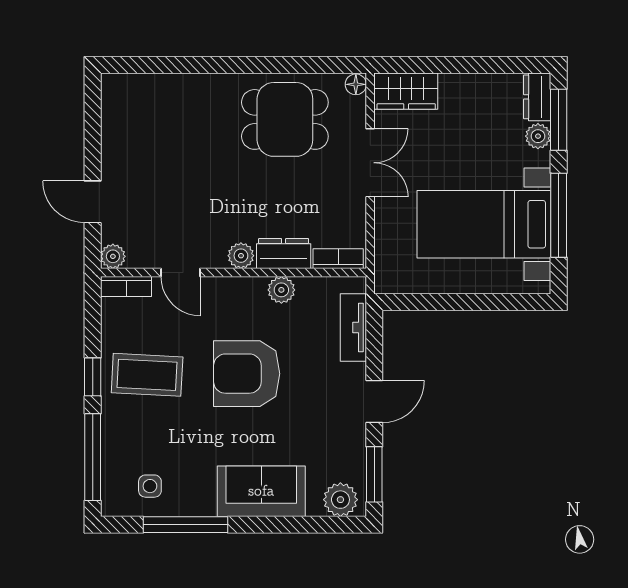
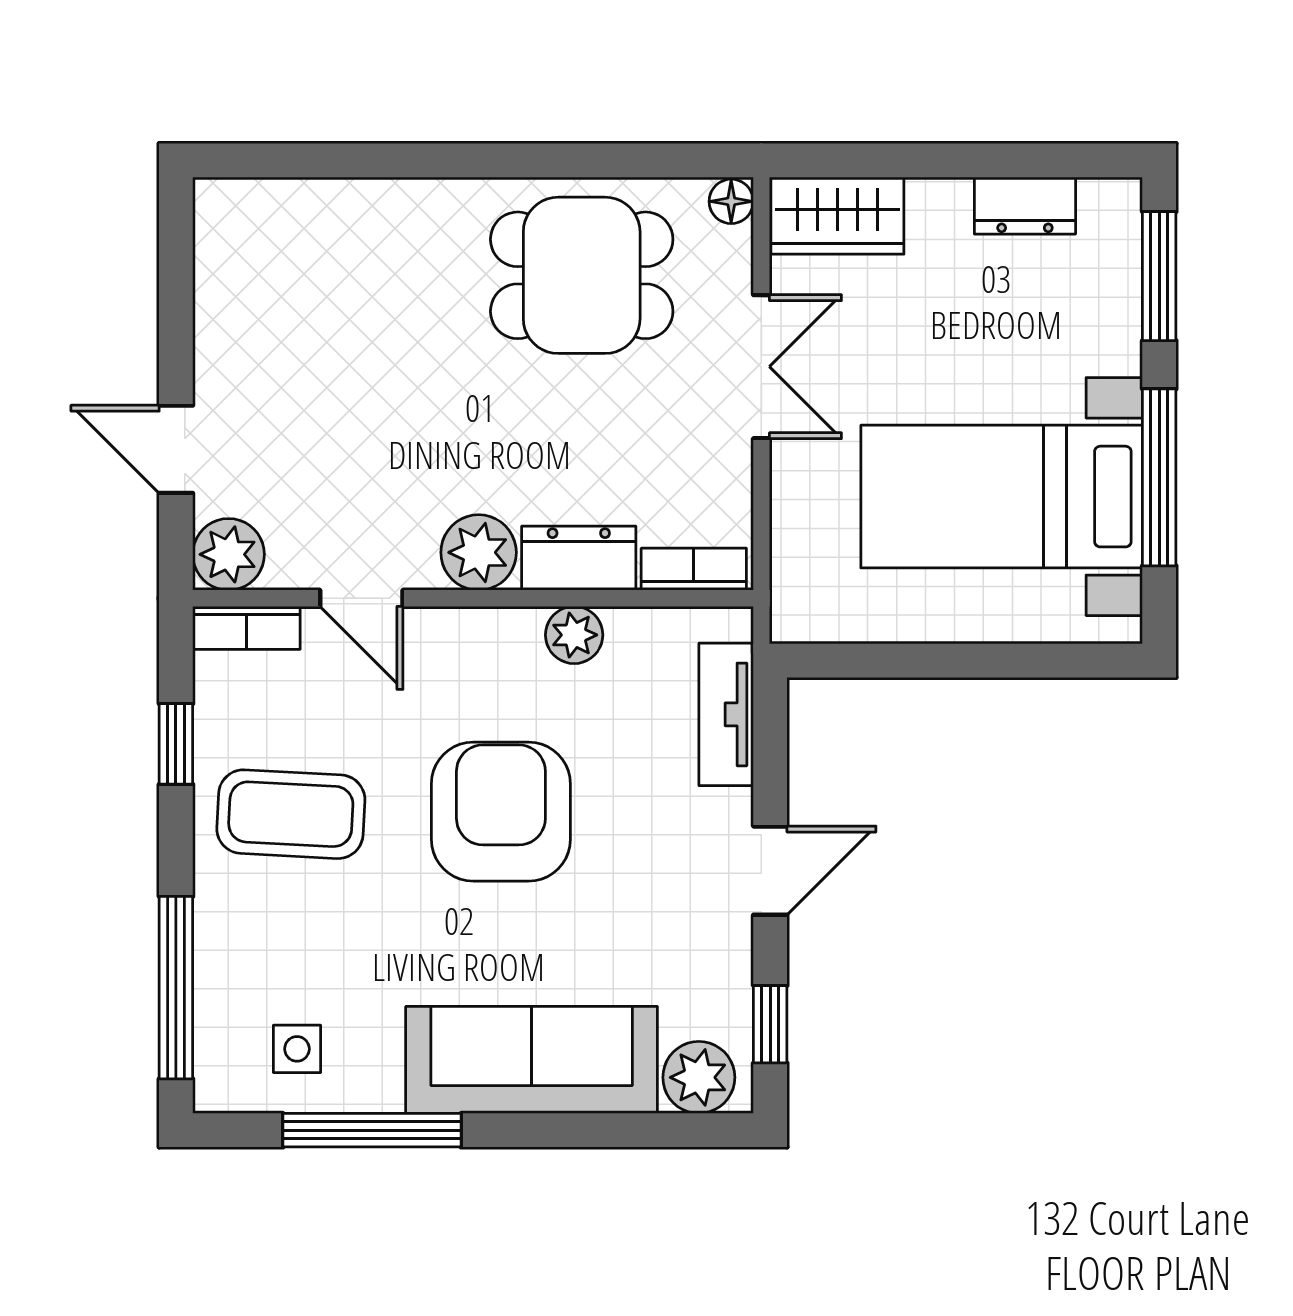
dresser: (537, 97) -> (1025, 206), moved, turned -90
plant: (538, 136) -> (1116, 311), removed
plant: (113, 256) -> (229, 554), width x1.38, depth x1.38
plant: (241, 256) -> (479, 552), width x1.38, depth x1.38
armchair: (247, 374) -> (501, 812), turned 90
window: (93, 377) -> (176, 744), moved
window: (374, 474) -> (770, 1024), width x0.67
sofa: (261, 491) -> (532, 1060), width x1.36

